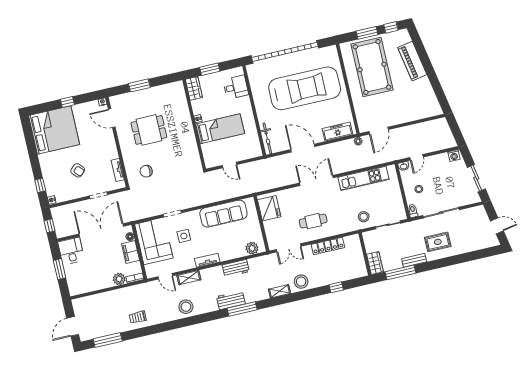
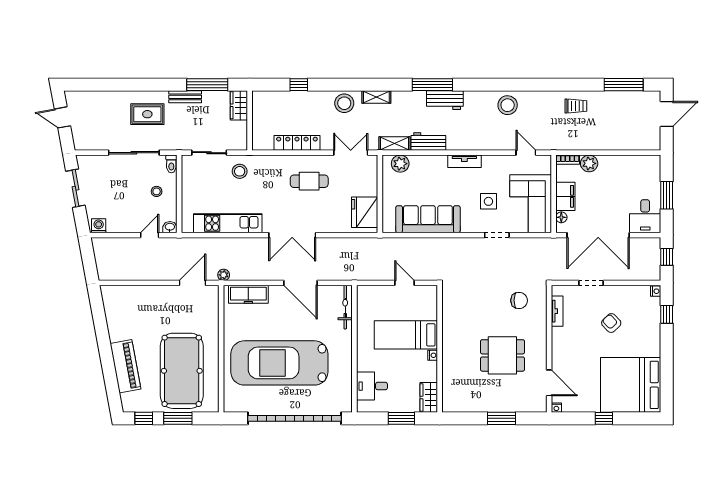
shelving: (189, 278) -> (394, 144), moved

